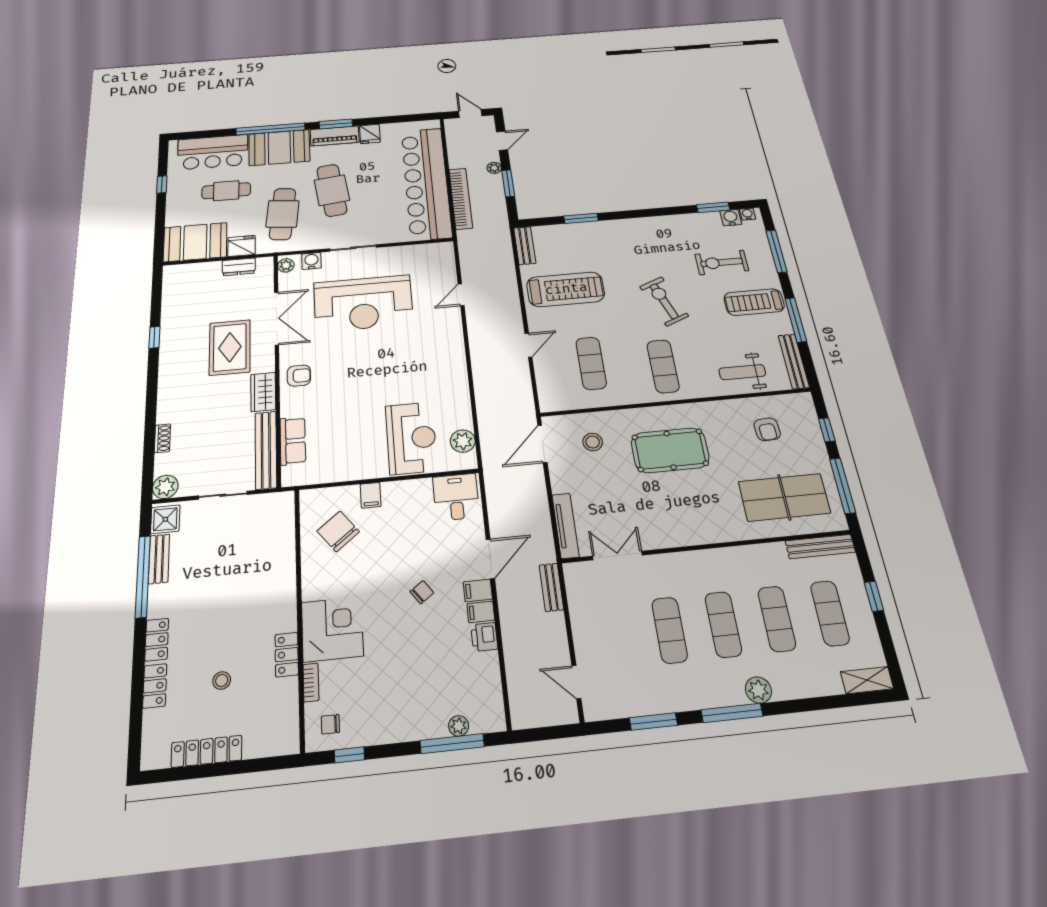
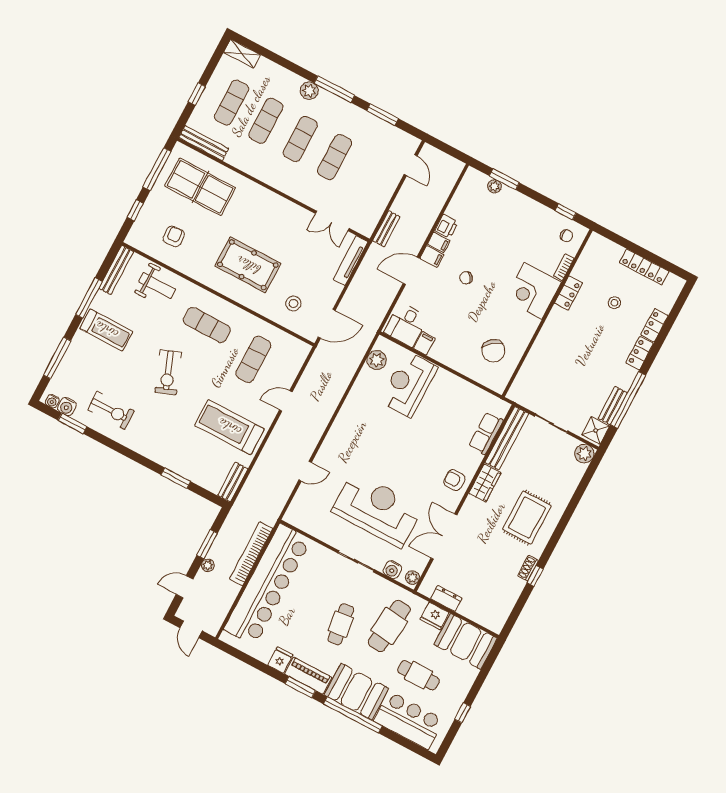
cafe table: (332, 190) -> (341, 624), width x0.73, depth x0.74
exercise bike: (722, 262) -> (111, 410), moved
rug: (230, 347) -> (527, 518), moved
exercise mat: (663, 366) -> (207, 325), turned 90
shoe rack: (162, 438) -> (528, 568), moved
filing cabinet: (371, 495) -> (424, 343), moved
window: (452, 744) -> (504, 179), width x0.69

